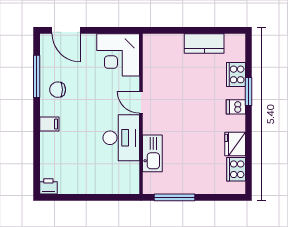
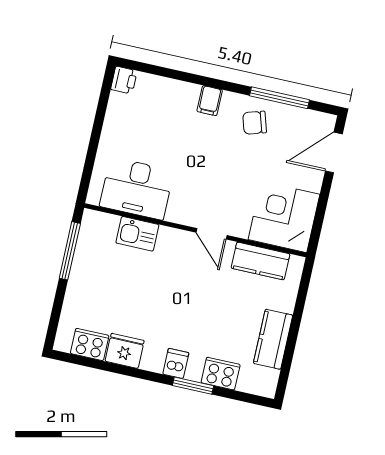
kitchen counter: (152, 64) -> (260, 261), added
chair: (58, 90) -> (255, 123), turned -107
door: (141, 102) -> (212, 234), swing flipped
desk: (121, 138) -> (137, 188), moved
kitchen sink: (152, 153) -> (137, 234), width x0.73

